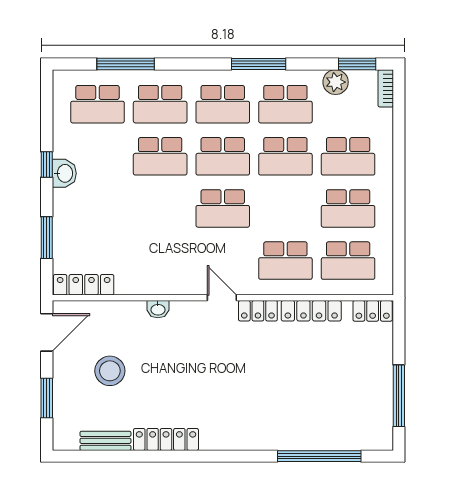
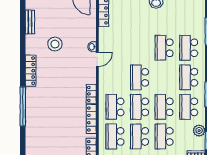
school desk: (97, 104) -> (189, 18), removed
school desk: (223, 156) -> (140, 107), moved
door: (222, 298) -> (97, 59), moved
stool: (110, 371) -> (55, 44), moved
locker: (166, 439) -> (31, 71), moved
window: (319, 456) -> (23, 107), moved

